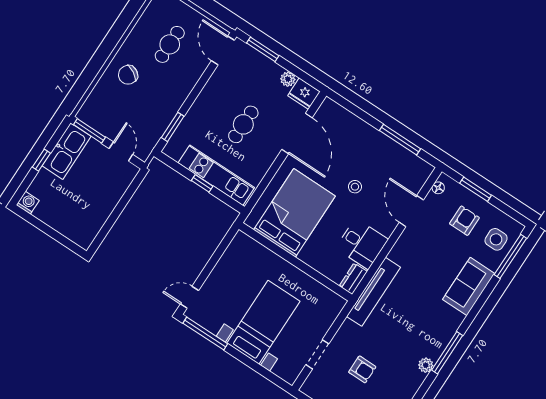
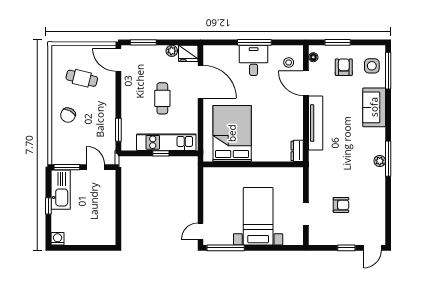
cafe table: (170, 44) -> (82, 78), turned -76
window: (400, 140) -> (254, 42), moved
stool: (355, 187) -> (289, 62), moved
desk: (362, 244) -> (254, 60), moved, turned -90
tv unit: (374, 292) -> (316, 123), moved
plant: (426, 365) -> (380, 161), moved

